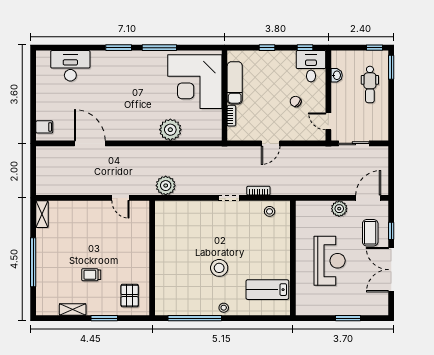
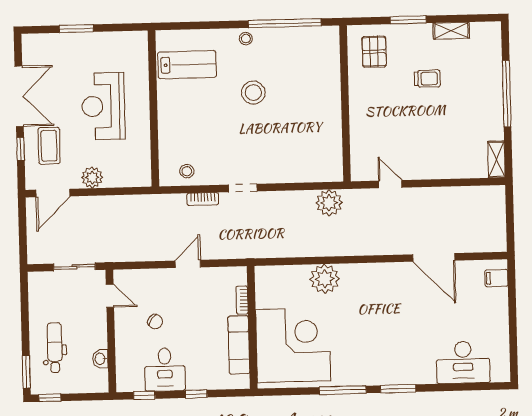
desk: (311, 66) -> (165, 370), moved

